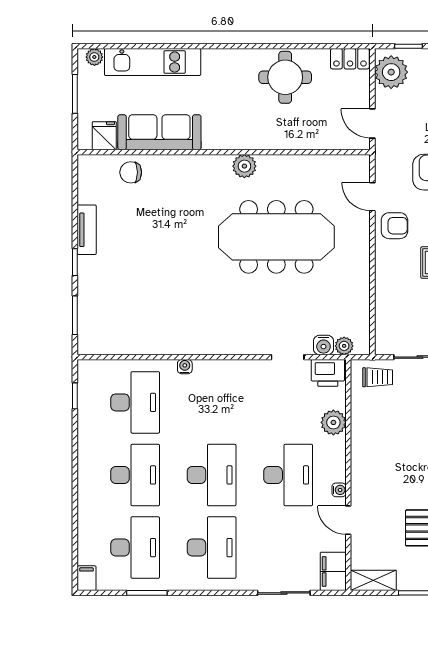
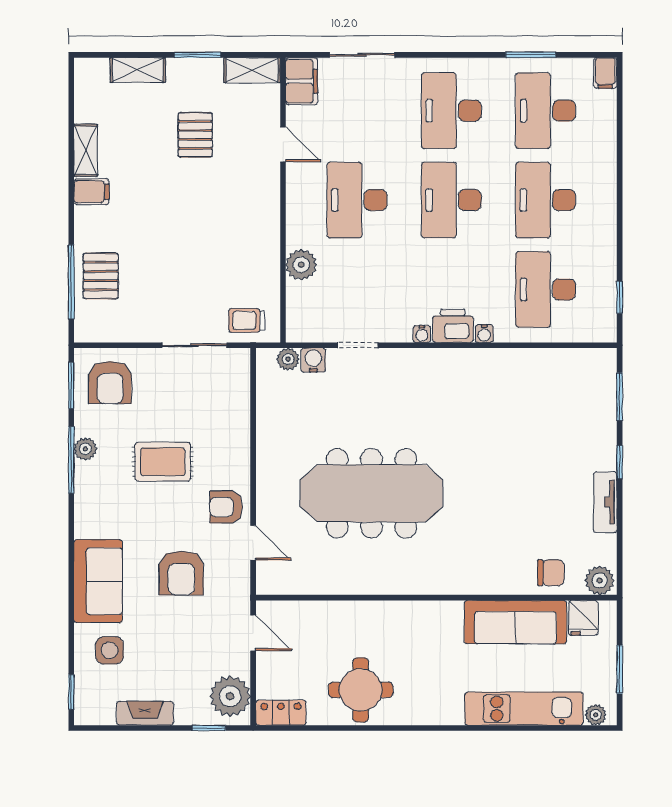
plant: (244, 166) -> (600, 580), moved
printer: (328, 373) -> (453, 326), moved
water cooler: (339, 490) -> (422, 334), moved, turned -90

